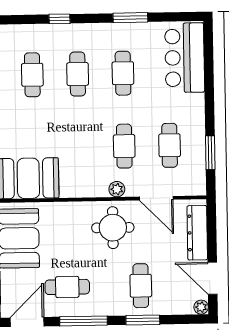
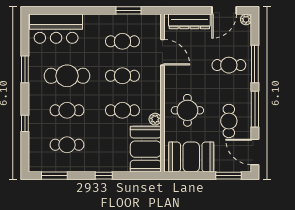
cafe table: (123, 73) -> (67, 76), width x1.37, depth x1.35
cafe table: (79, 147) -> (122, 110), added
plant: (117, 189) -> (155, 119), moved
door: (156, 198) -> (162, 52), hinge flipped
round table: (113, 228) -> (187, 110), moved
window: (143, 320) -> (255, 64), width x1.44

